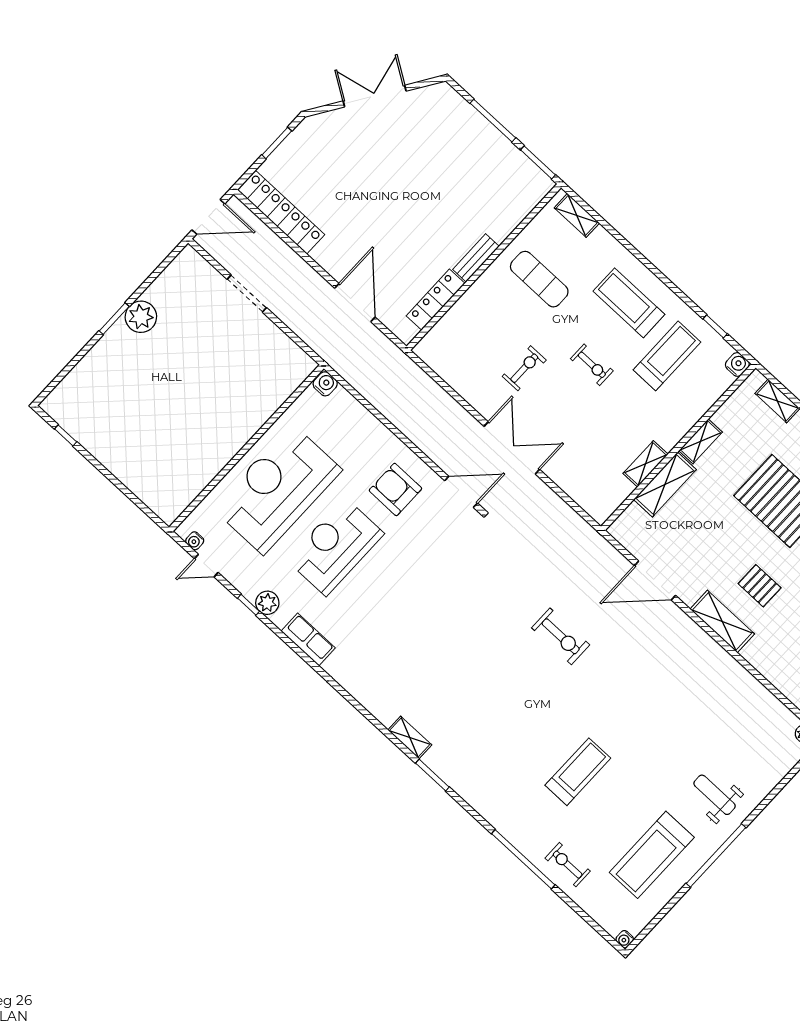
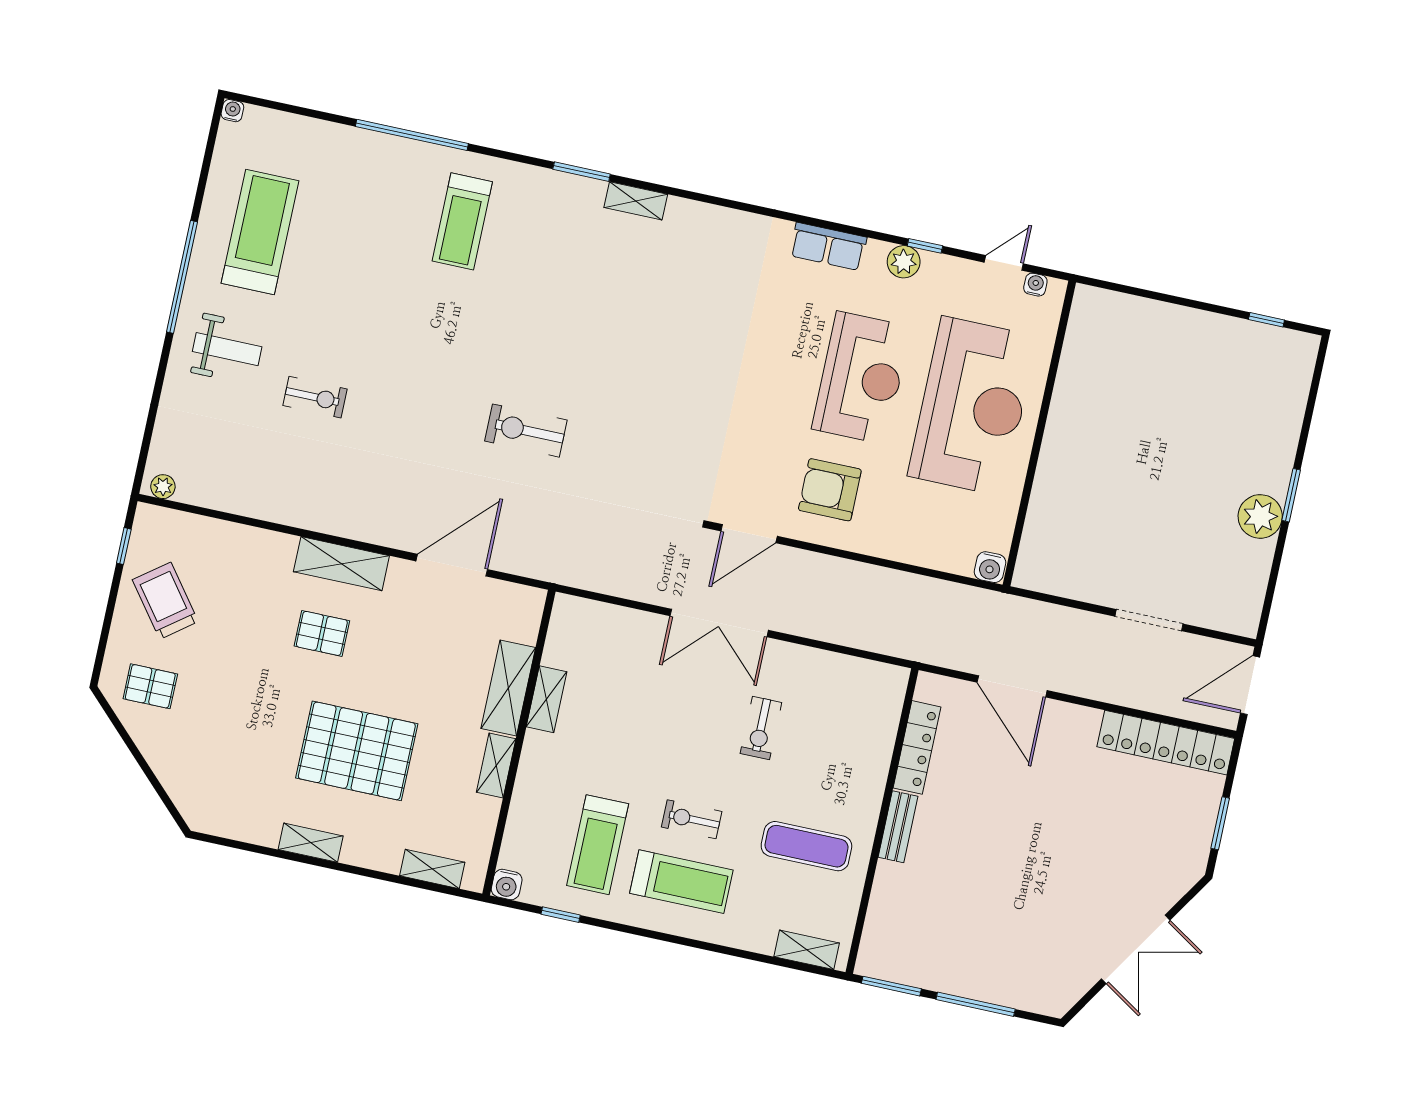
exercise bike: (592, 365) -> (692, 819), moved
armchair: (395, 489) -> (830, 490), turned 180
treadmill: (578, 772) -> (462, 221), moved
exercise bike: (568, 865) -> (315, 397), moved

